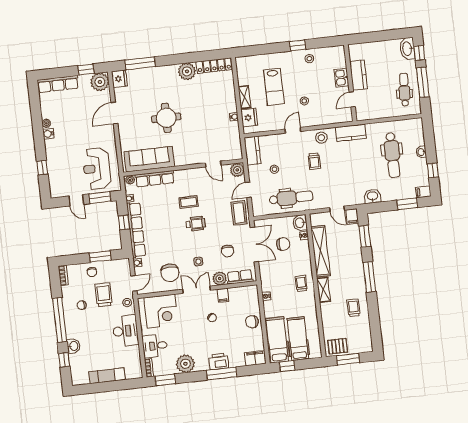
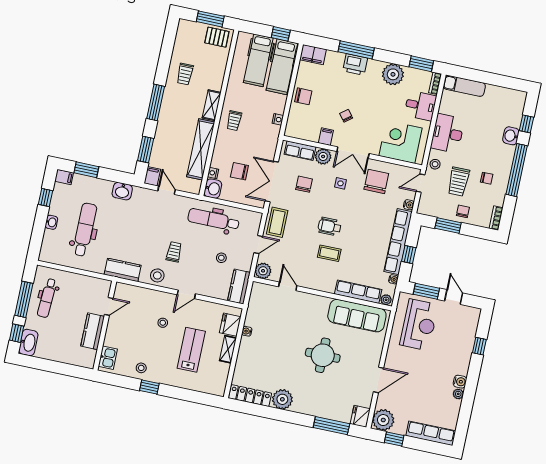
kitchen sink: (341, 78) -> (108, 358), moved
exam couch: (107, 376) -> (464, 86), moved

